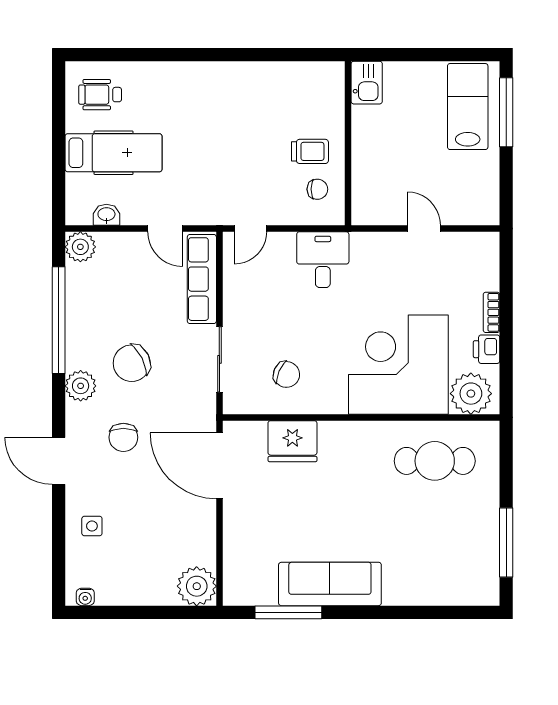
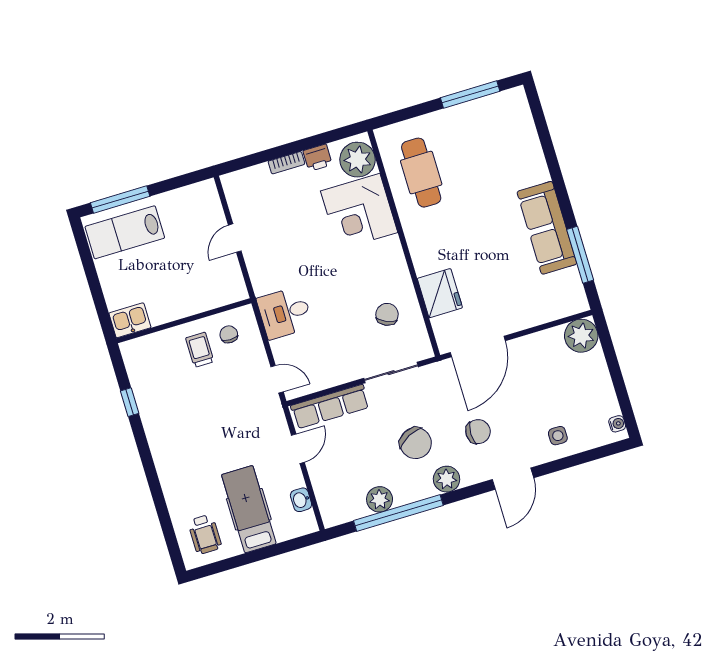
window: (274, 55) -> (130, 402), added
plant: (80, 247) -> (380, 499), moved
corner desk: (398, 365) -> (359, 212), width x0.74, depth x0.74

